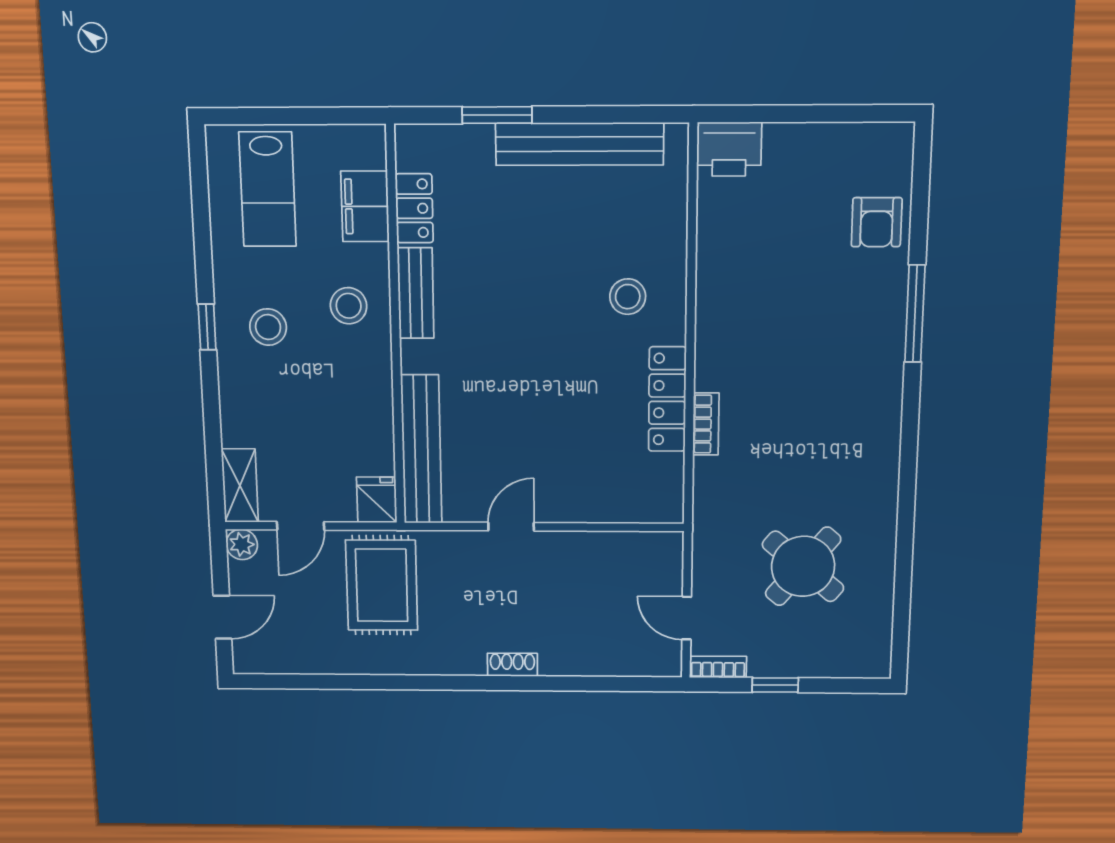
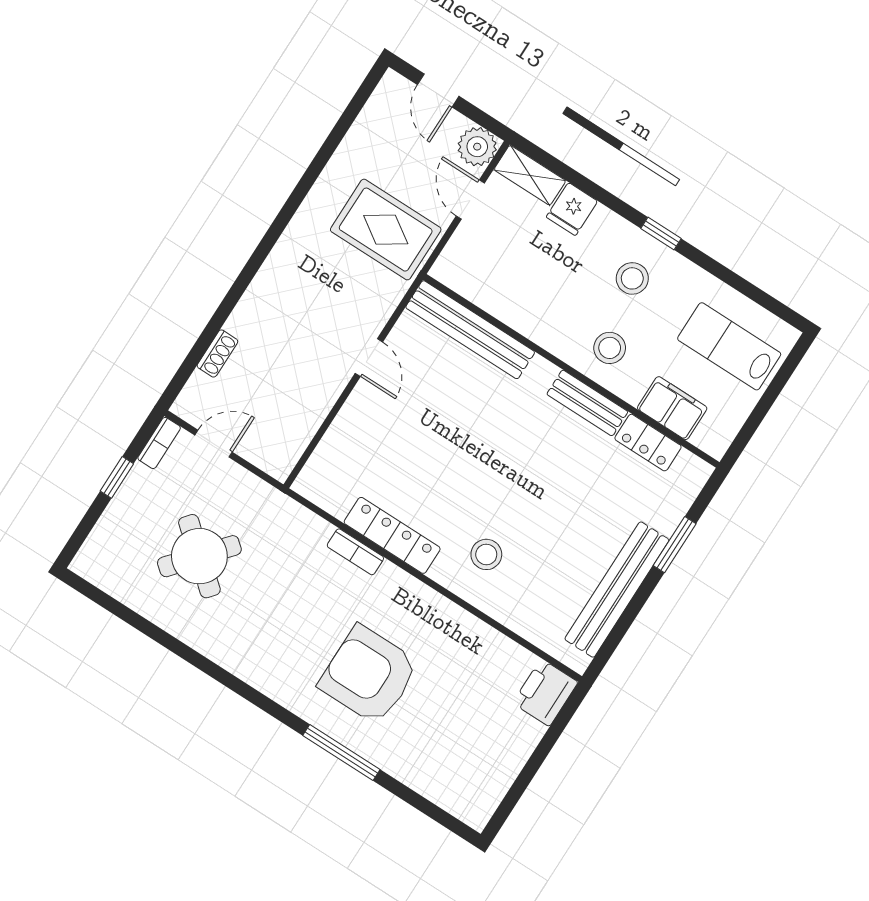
armchair: (877, 222) -> (369, 675), moved, width x1.88, depth x1.88
fridge: (377, 500) -> (572, 209), moved, turned 90
plant: (242, 544) -> (477, 147), width x1.38, depth x1.38
shoe rack: (512, 665) -> (217, 354), moved

